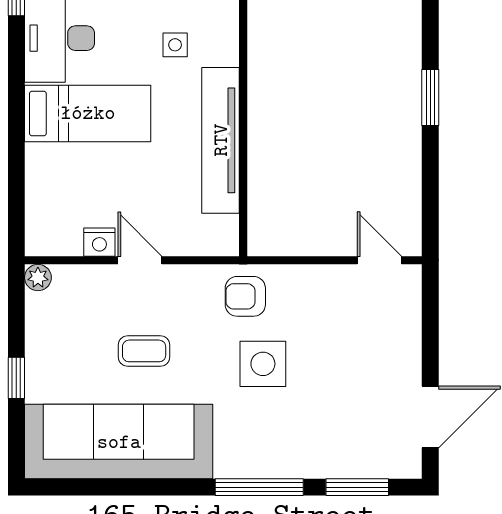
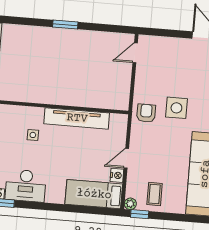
bed: (88, 113) -> (94, 194), moved, turned -90
armchair: (245, 296) -> (146, 113), turned 180
coffee table: (144, 351) -> (155, 194), moved
window: (16, 378) -> (140, 214), moved

